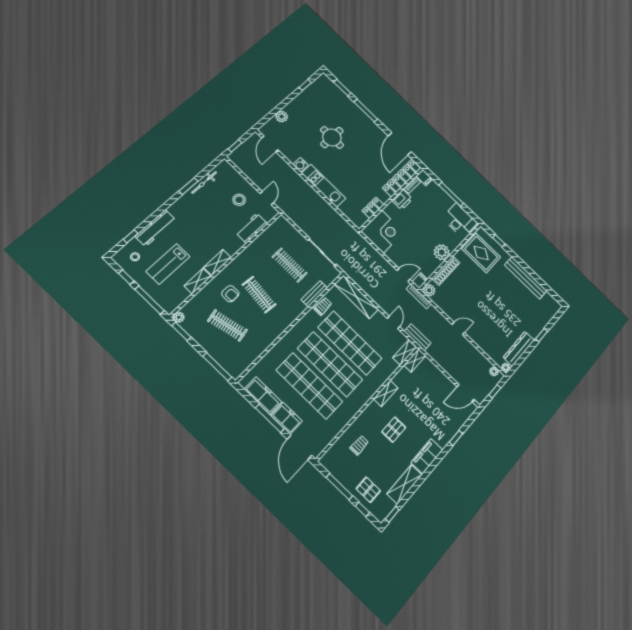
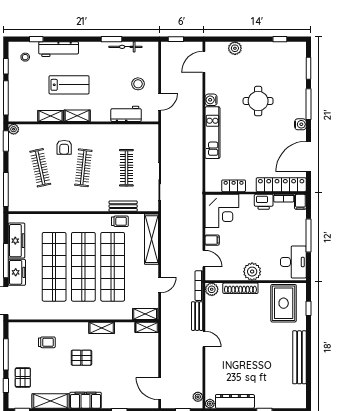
water cooler: (374, 128) -> (300, 124), added
lab bench: (168, 264) -> (69, 85), moved, turned 180
filing cabinet: (420, 280) -> (212, 240), moved
bench: (418, 337) -> (197, 316), moved

